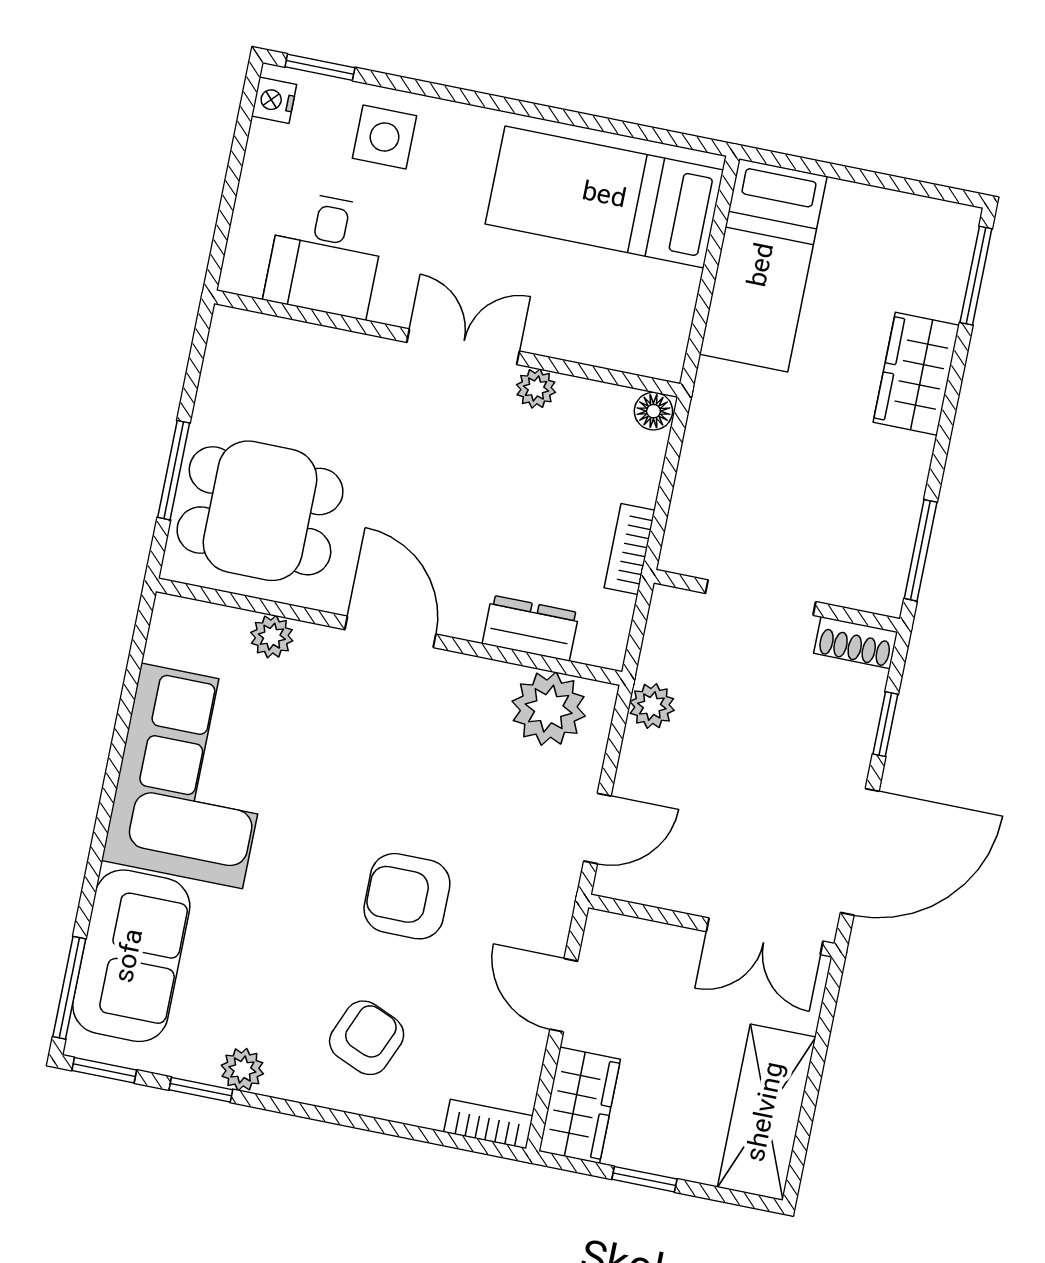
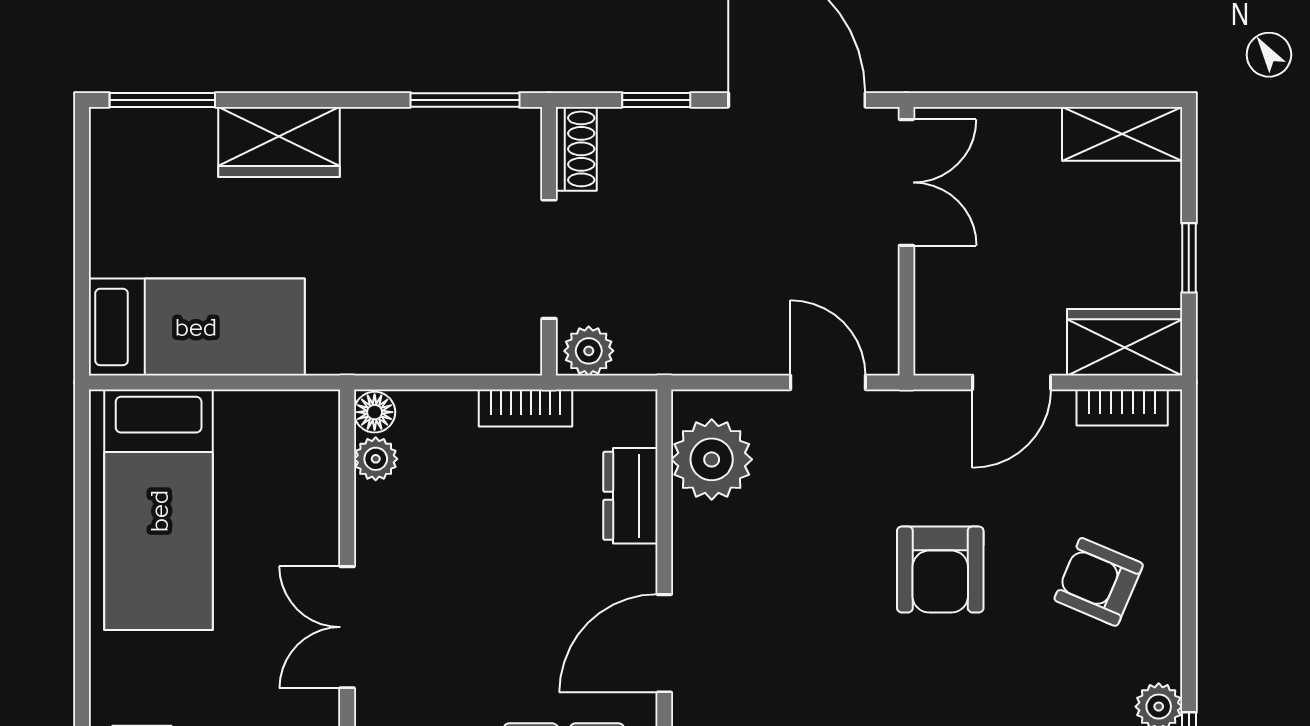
plant: (536, 389) -> (376, 459), moved
plant: (652, 706) -> (589, 351), moved
shelving: (767, 1112) -> (1122, 134), width x0.67, depth x0.75
bookcase: (488, 1124) -> (1122, 408), moved, turned -90

